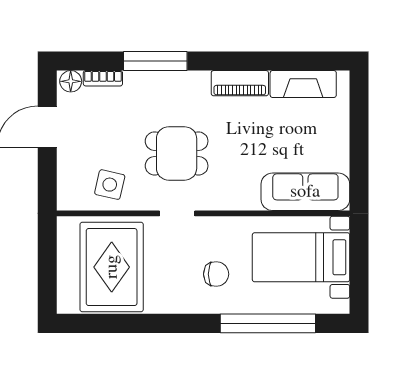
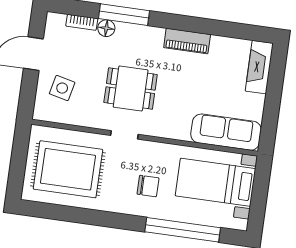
floor lamp: (71, 81) -> (106, 28), moved
fireplace: (303, 84) -> (259, 67), moved, turned 90
side table: (110, 185) -> (62, 88), moved
rug: (112, 267) -> (68, 169), turned 90

